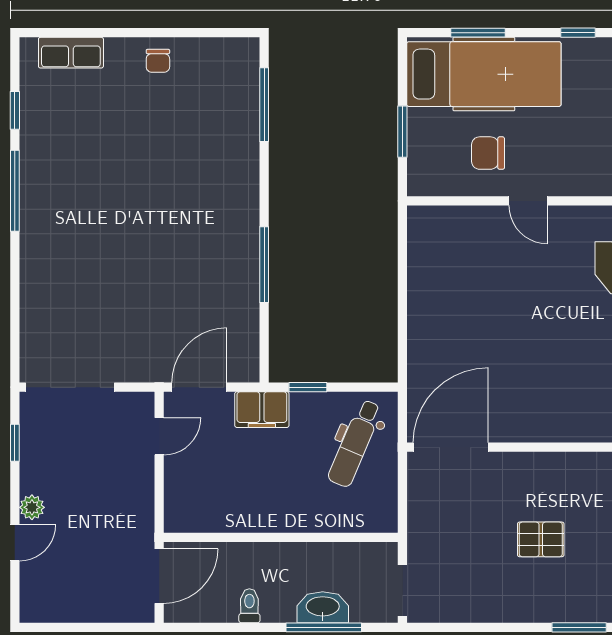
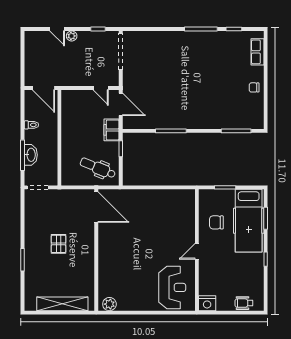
chair: (488, 153) -> (216, 222), turned -90
door: (528, 201) -> (197, 251), moved

